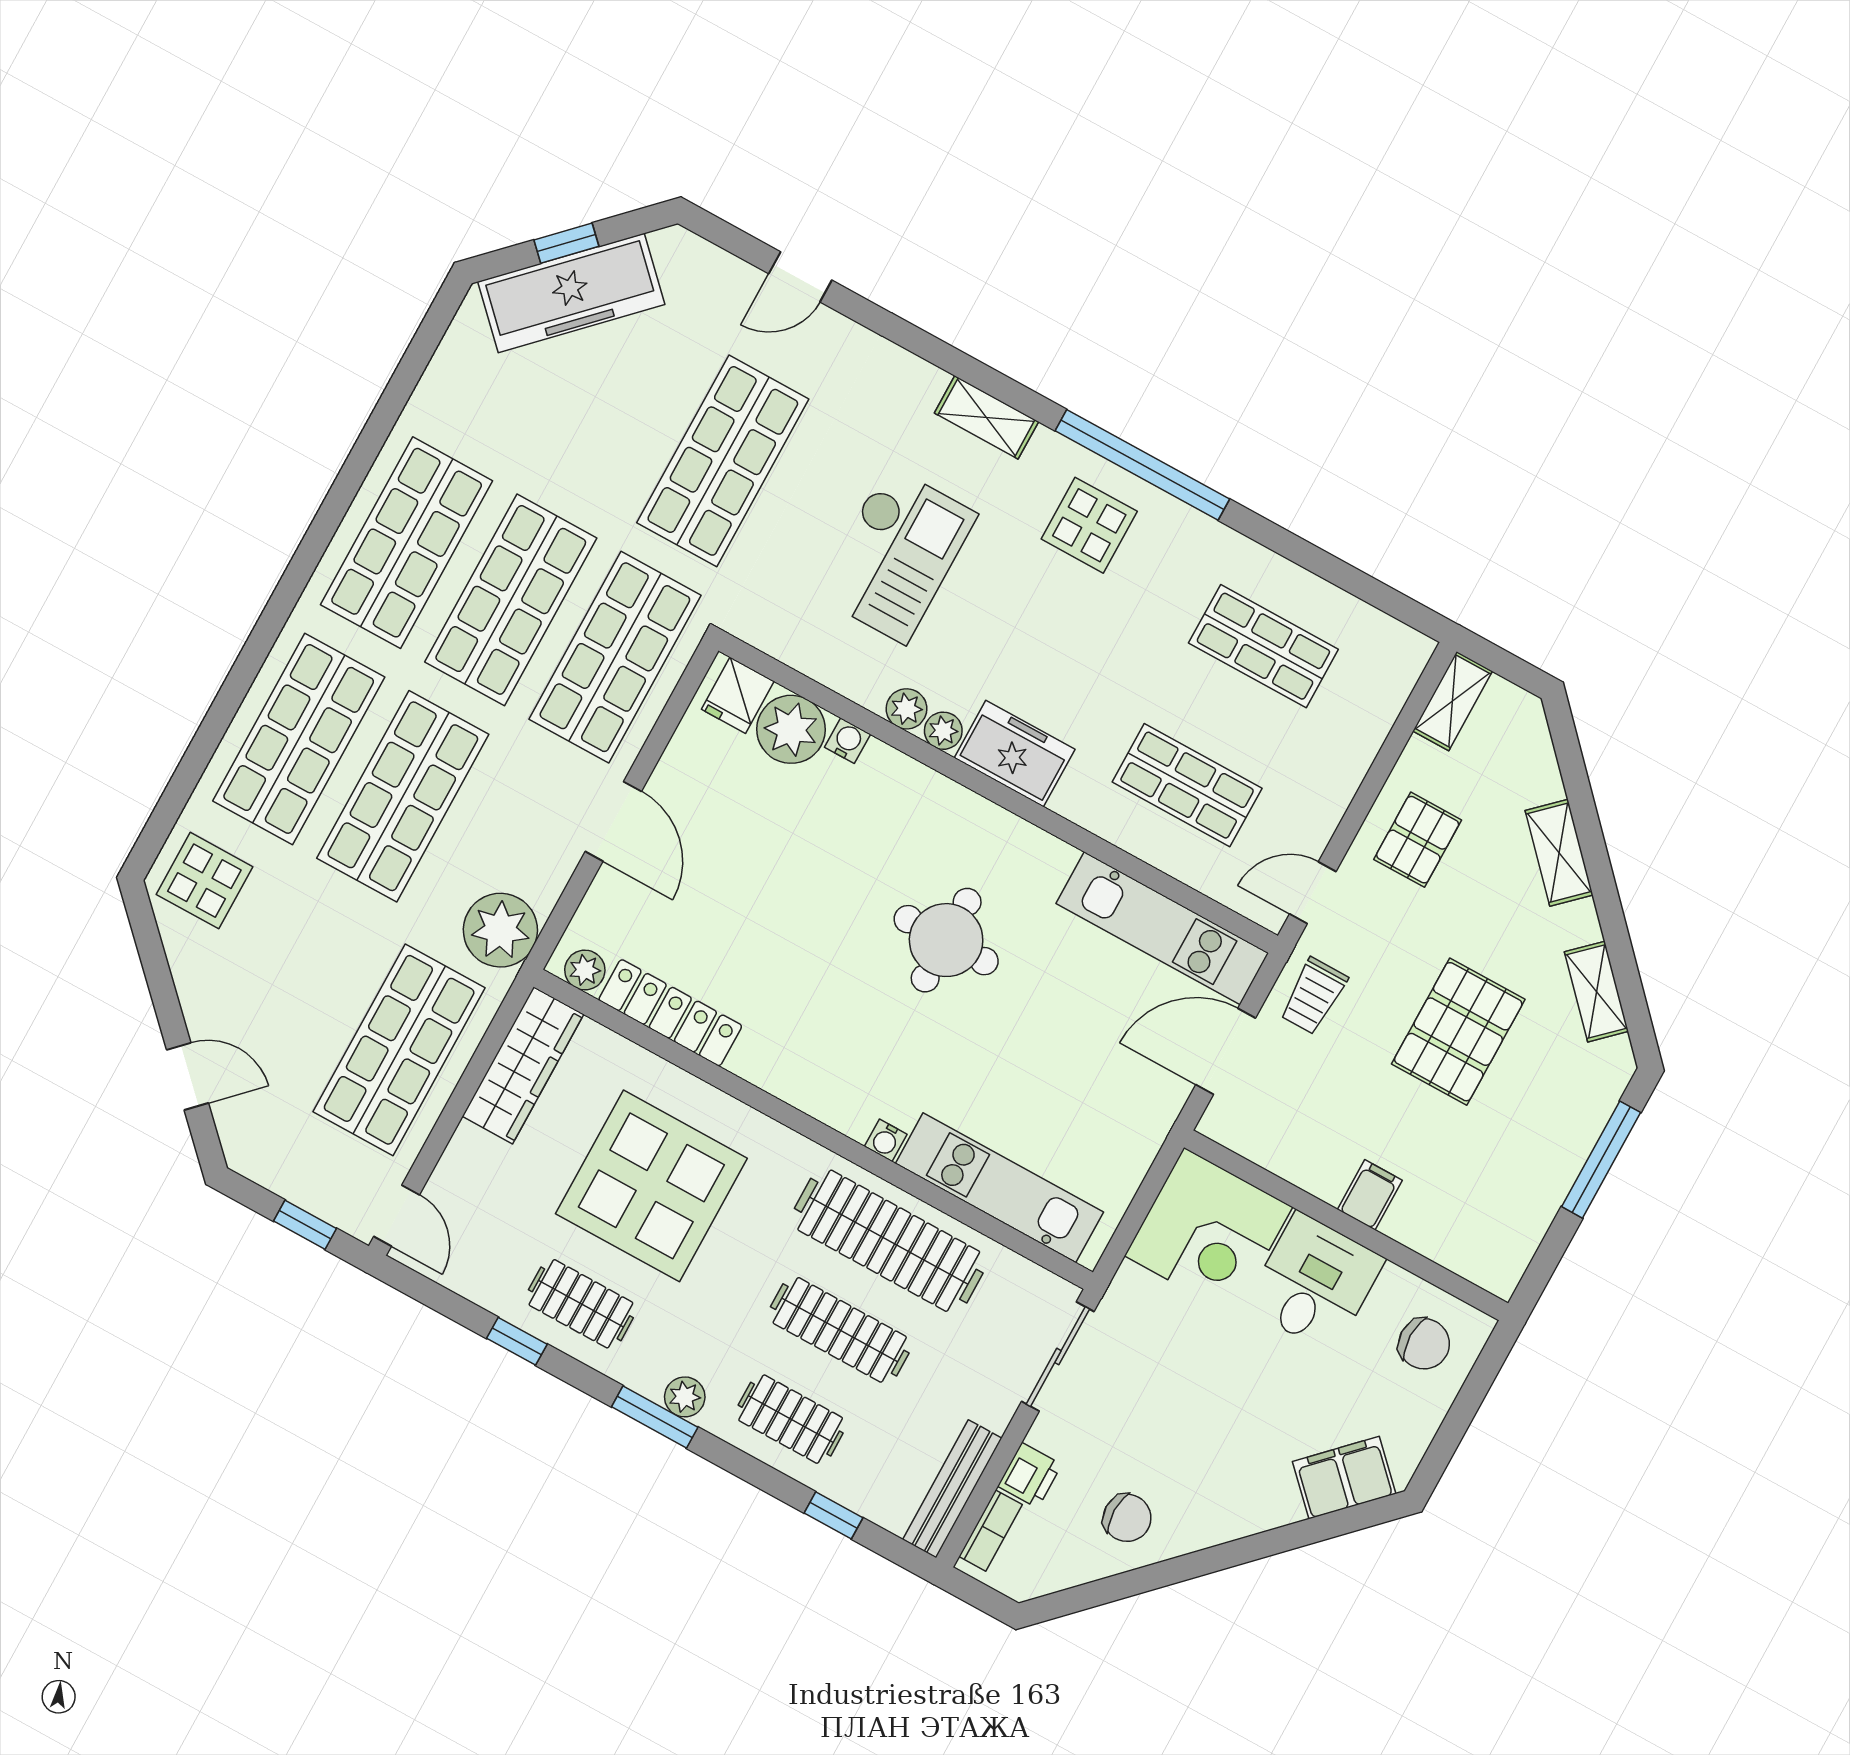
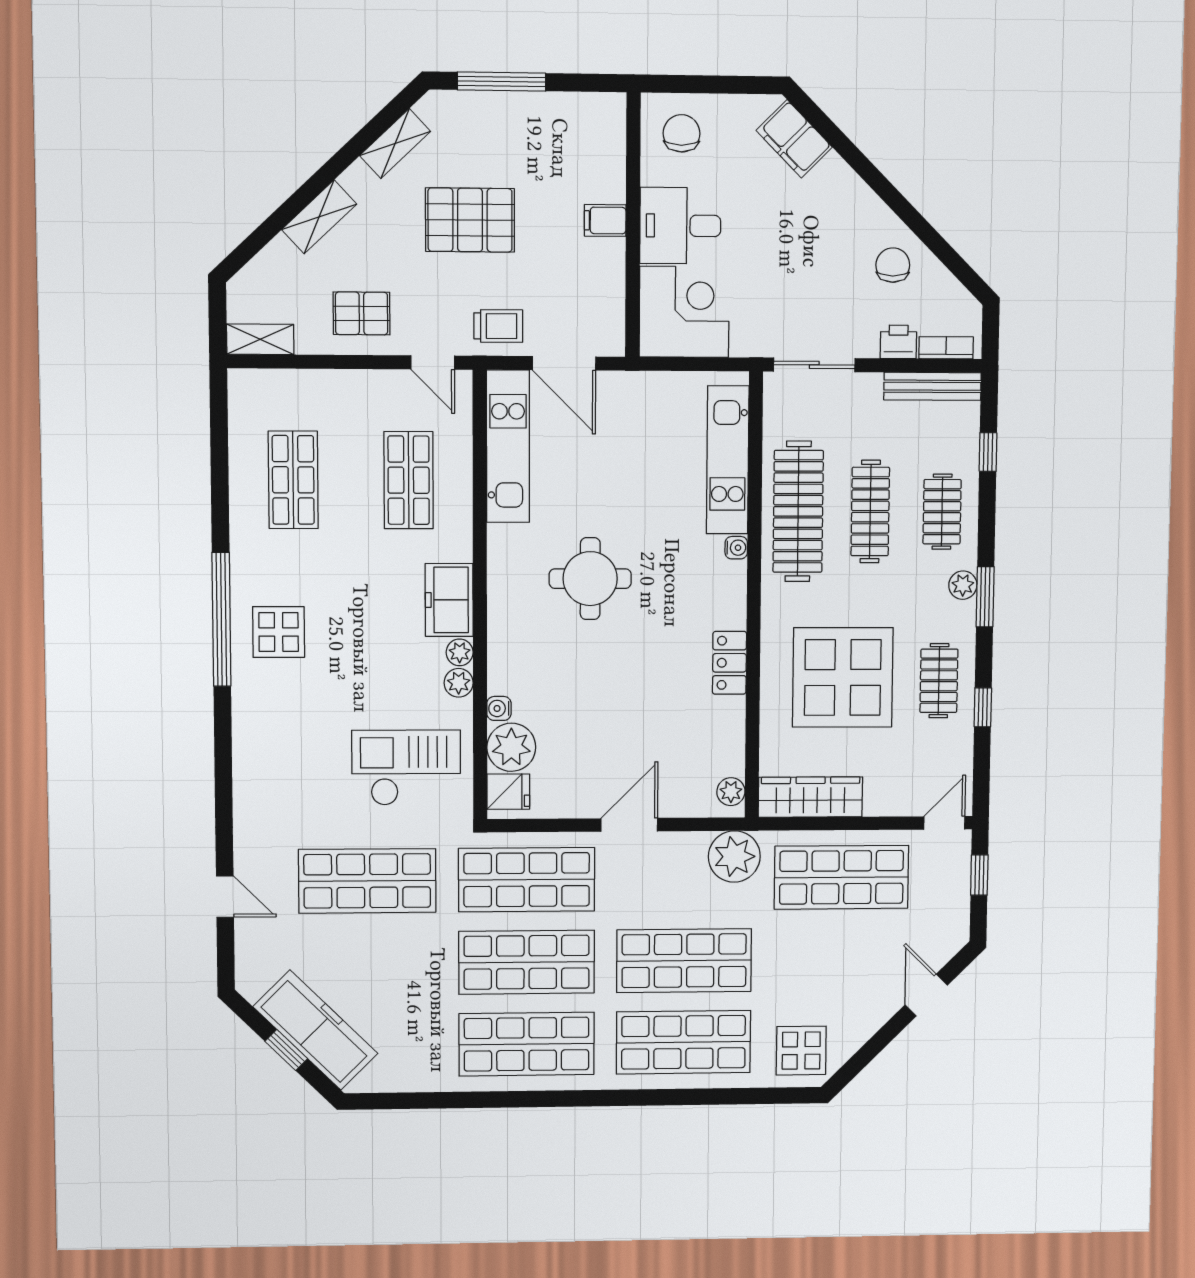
shelving: (986, 417) -> (247, 733), removed
checkout: (896, 555) -> (406, 768), moved
locker: (670, 1013) -> (729, 663), moved, width x0.66

